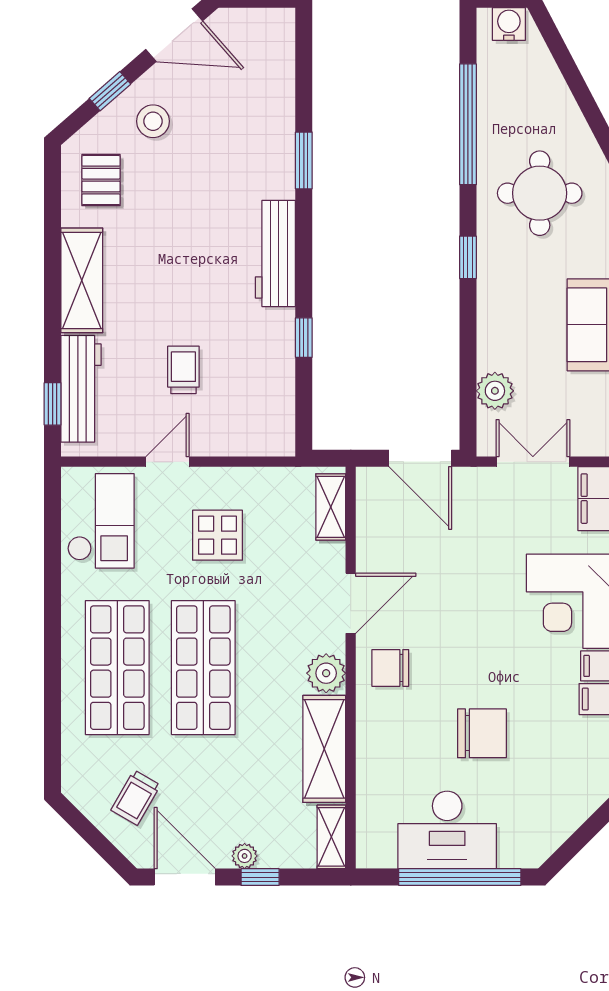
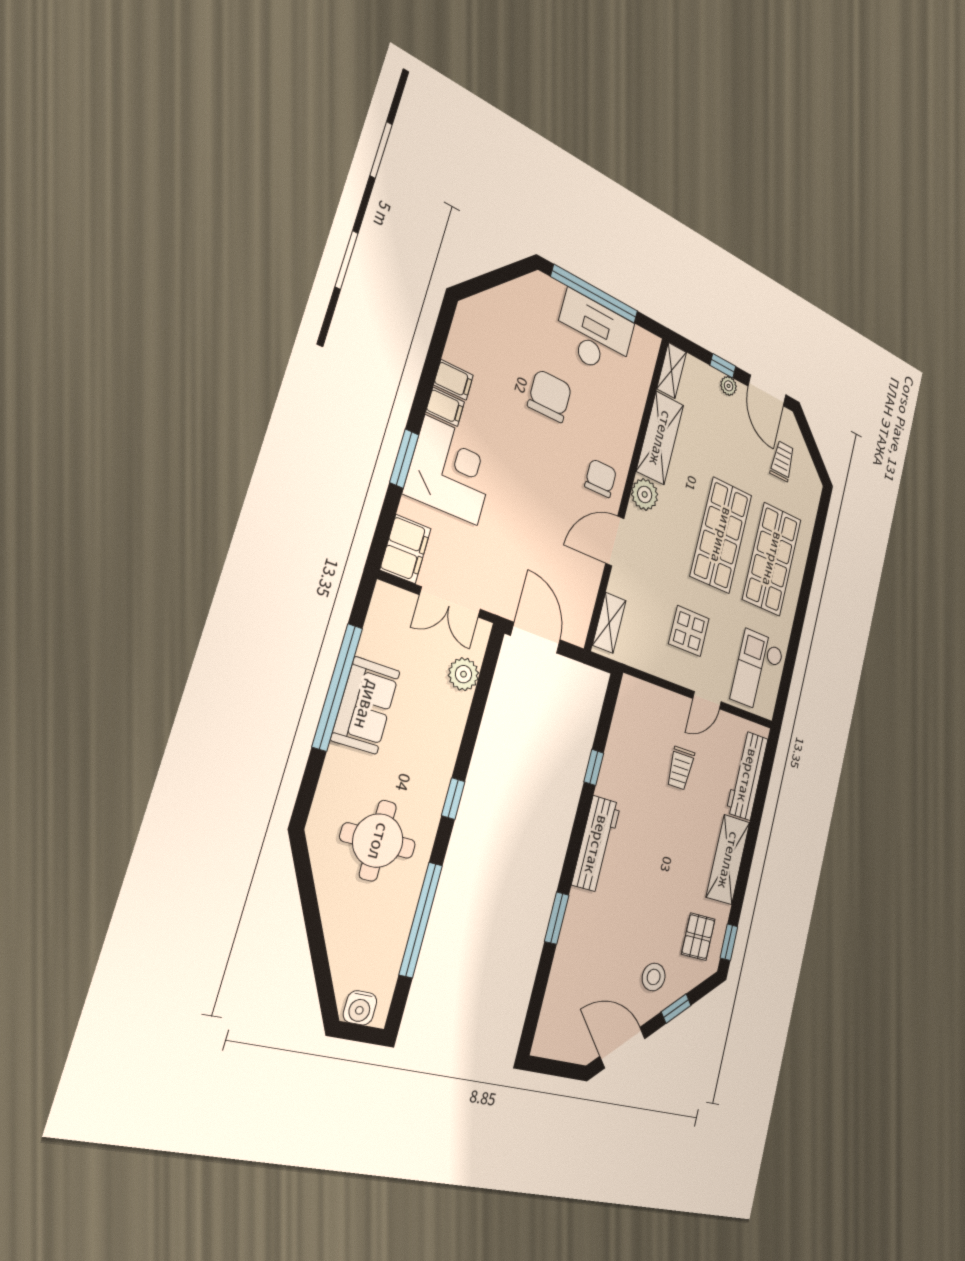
window: (53, 404) -> (729, 942), moved
chair: (390, 668) -> (601, 478), turned -90
chair: (482, 733) -> (550, 396), turned 90
trolley: (136, 798) -> (782, 461), turned -30

